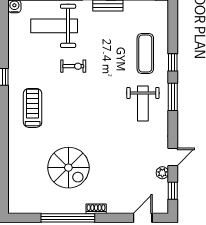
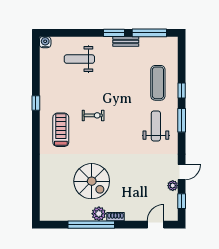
weight bench: (54, 26) -> (79, 59), width x0.73, depth x0.75
exercise bike: (73, 66) -> (93, 115), moved
weight bench: (143, 104) -> (156, 126), turned 180
plant: (77, 205) -> (99, 214), added

